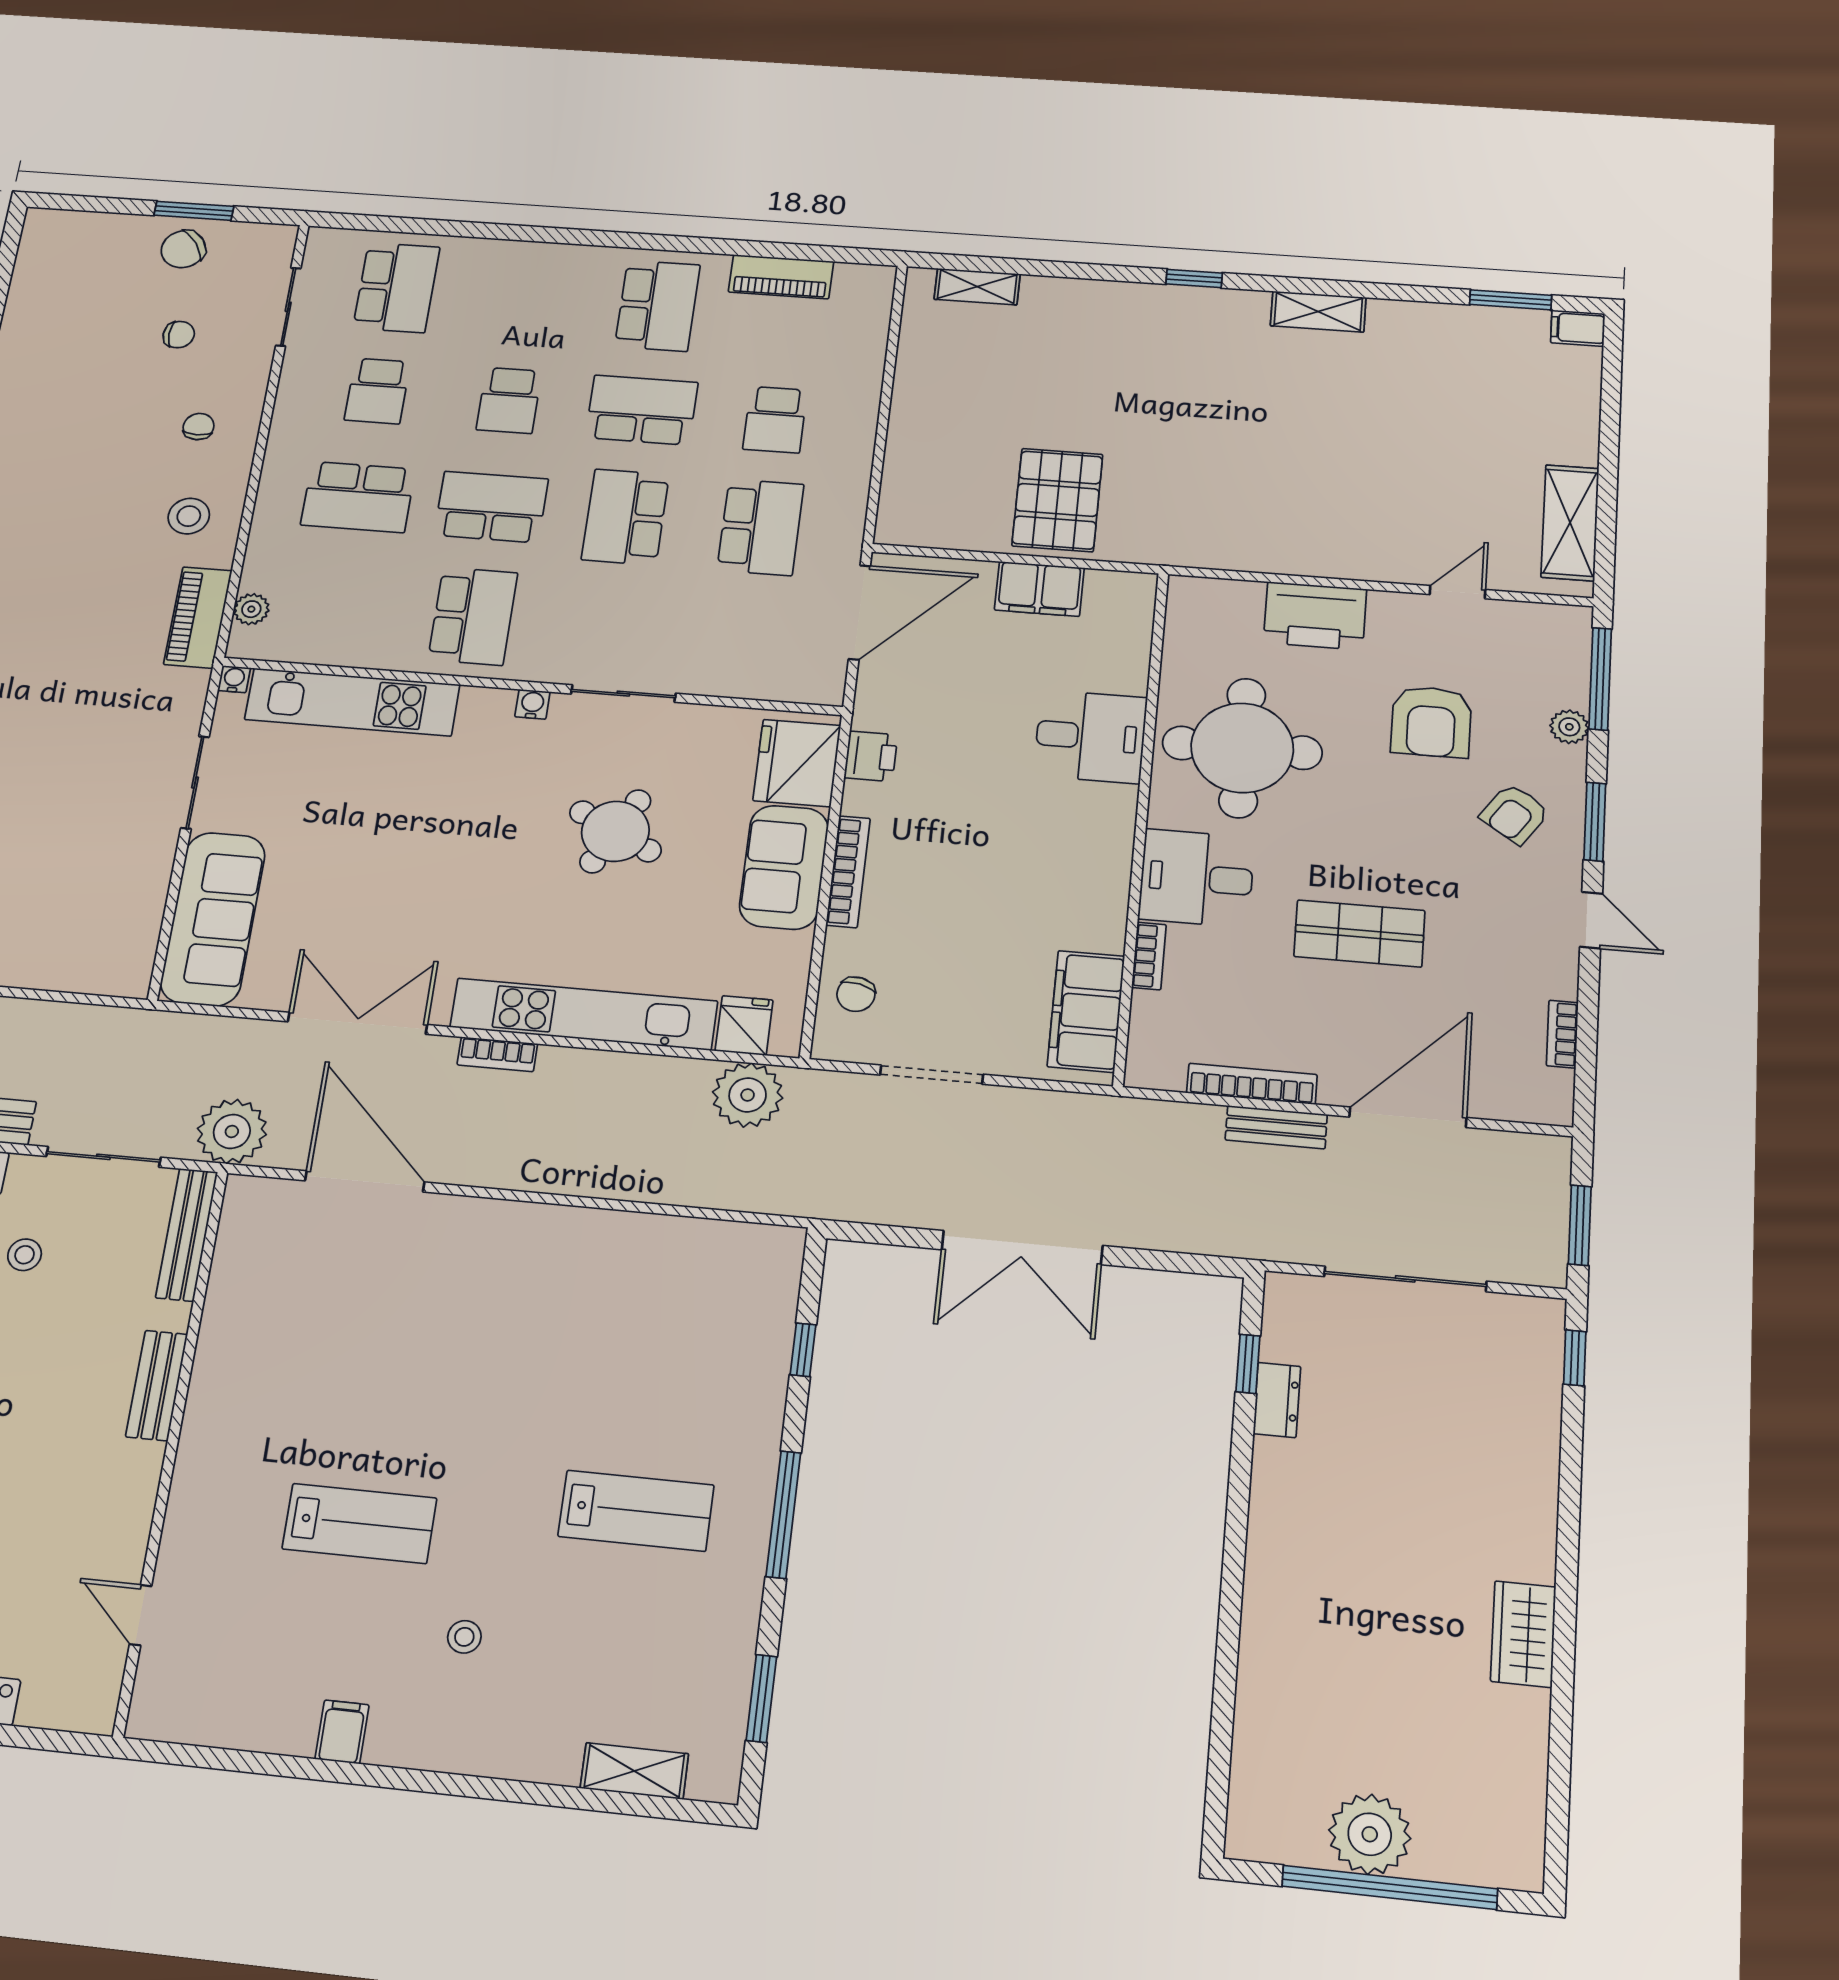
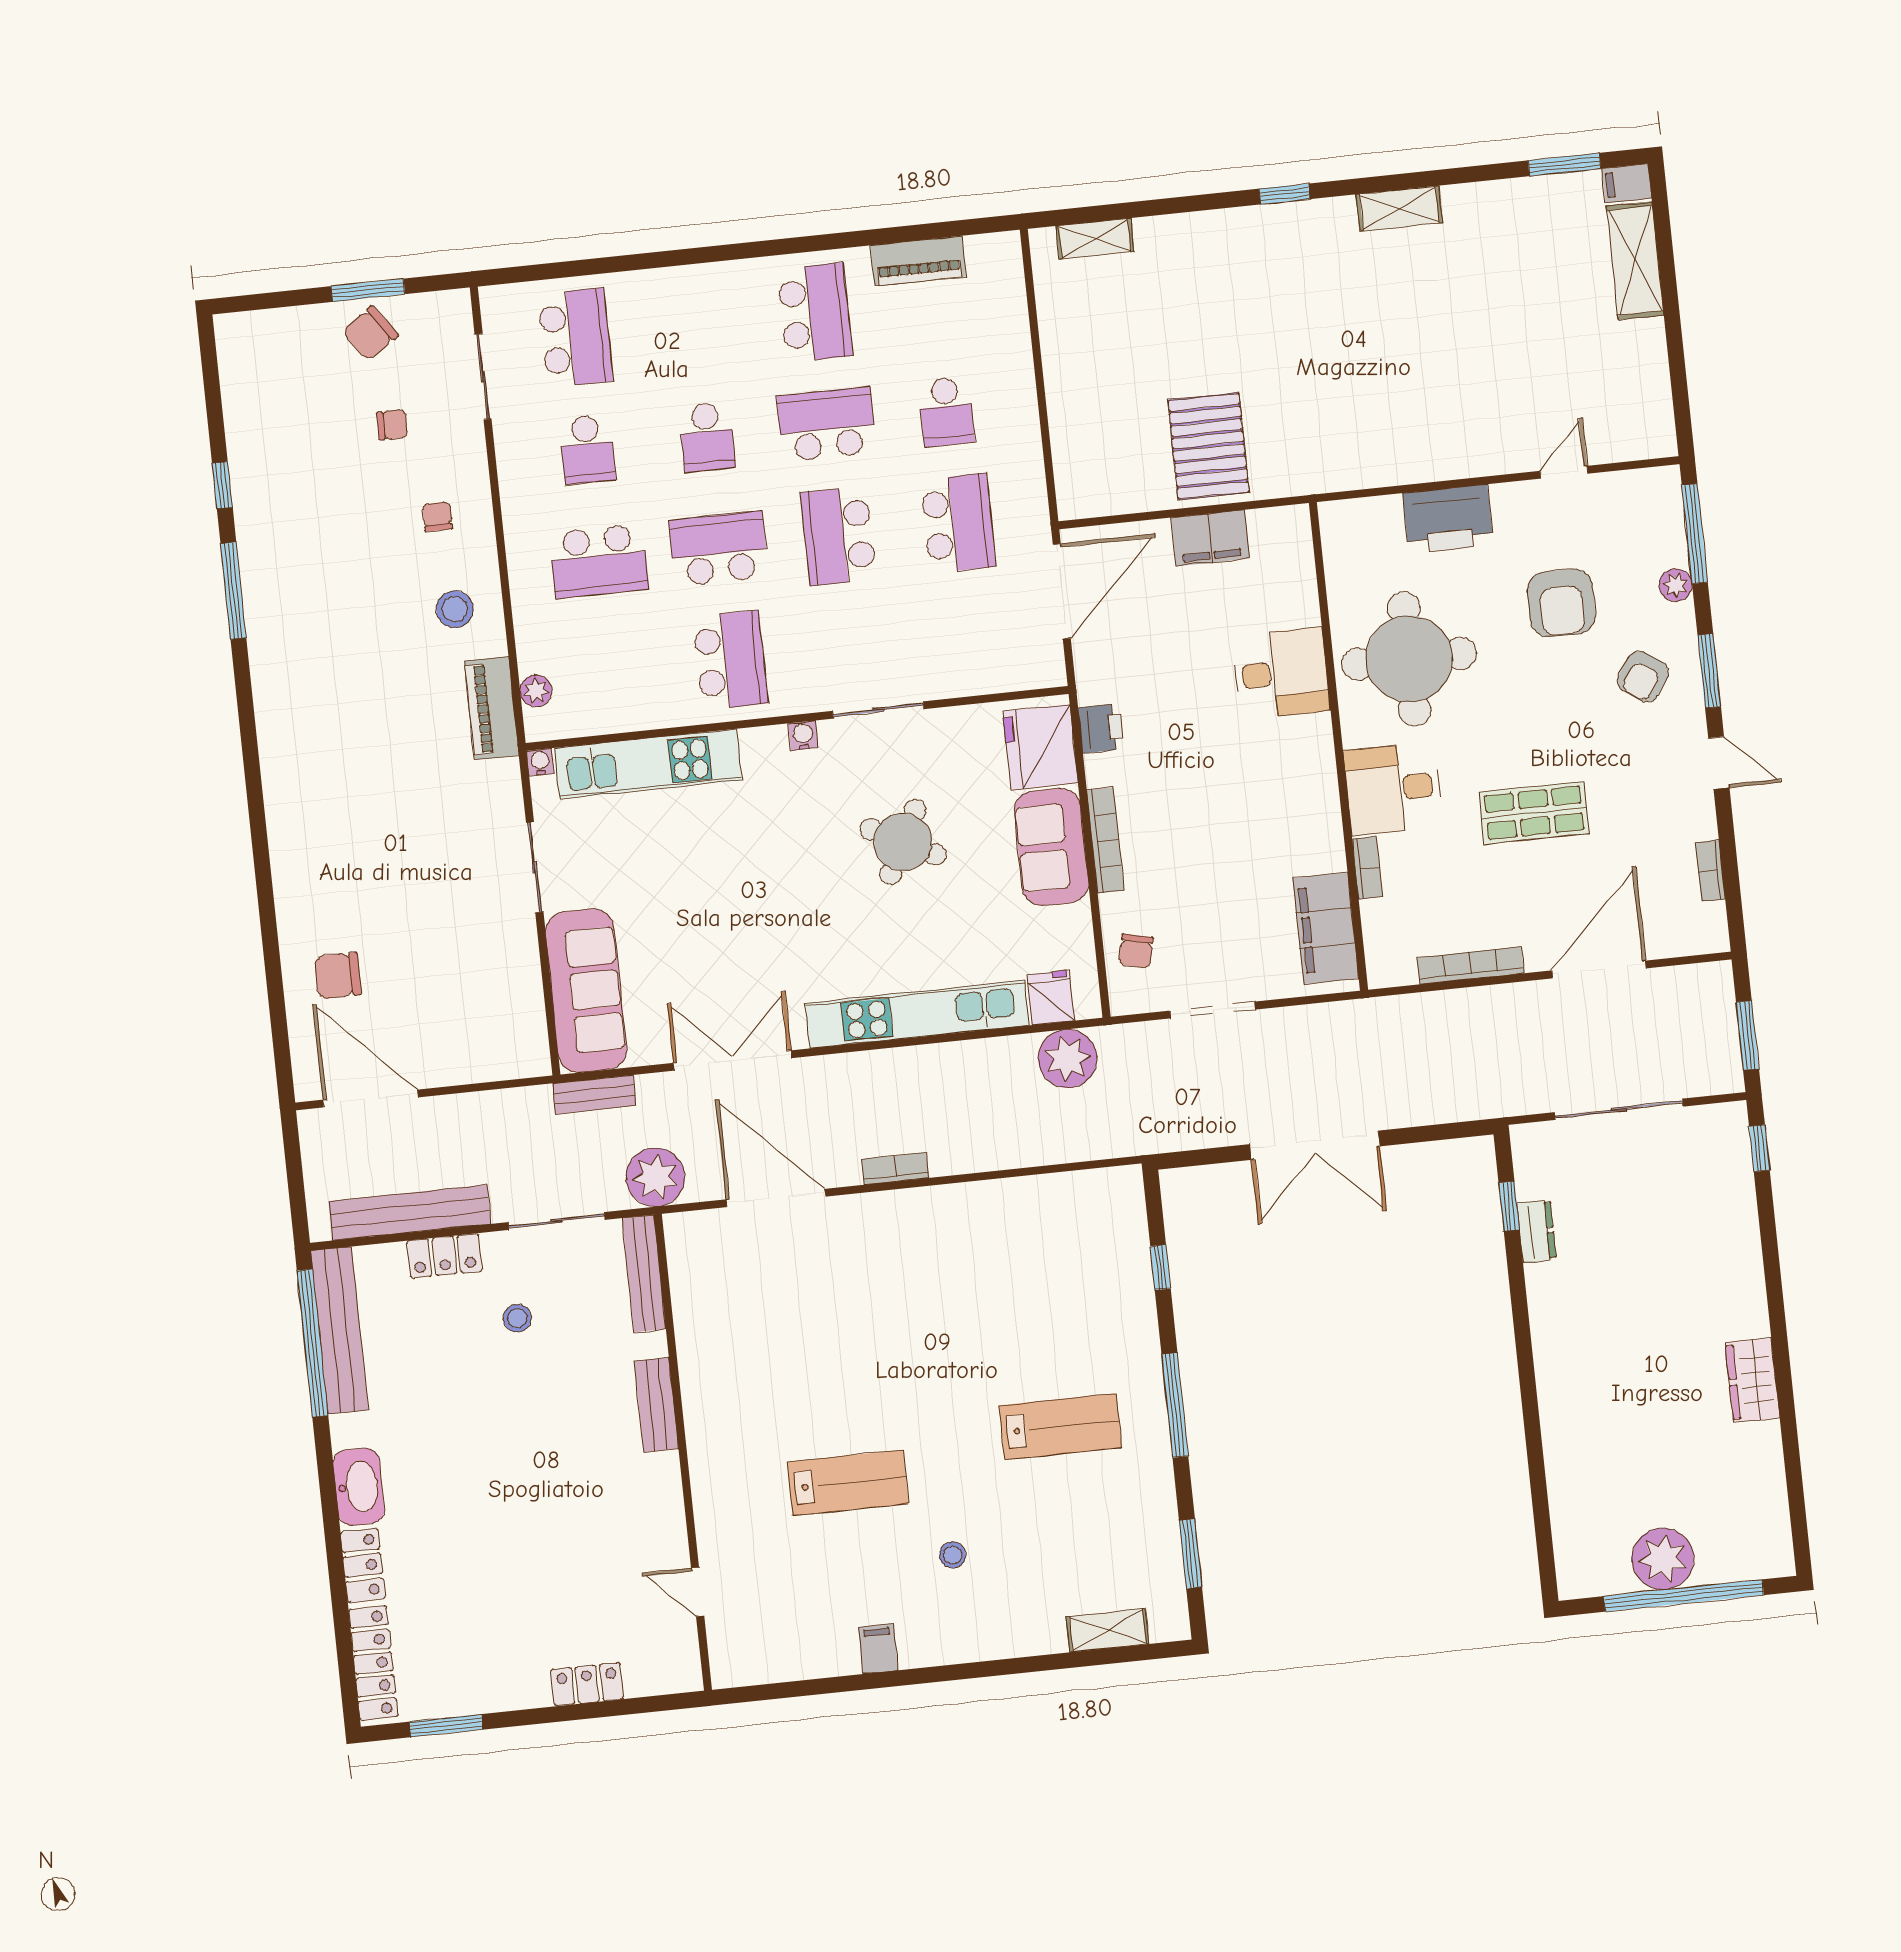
shelving: (1570, 523) -> (1635, 261), moved
bookcase: (497, 1054) -> (895, 1169), moved, turned 180
bench: (1276, 1127) -> (594, 1095), moved

